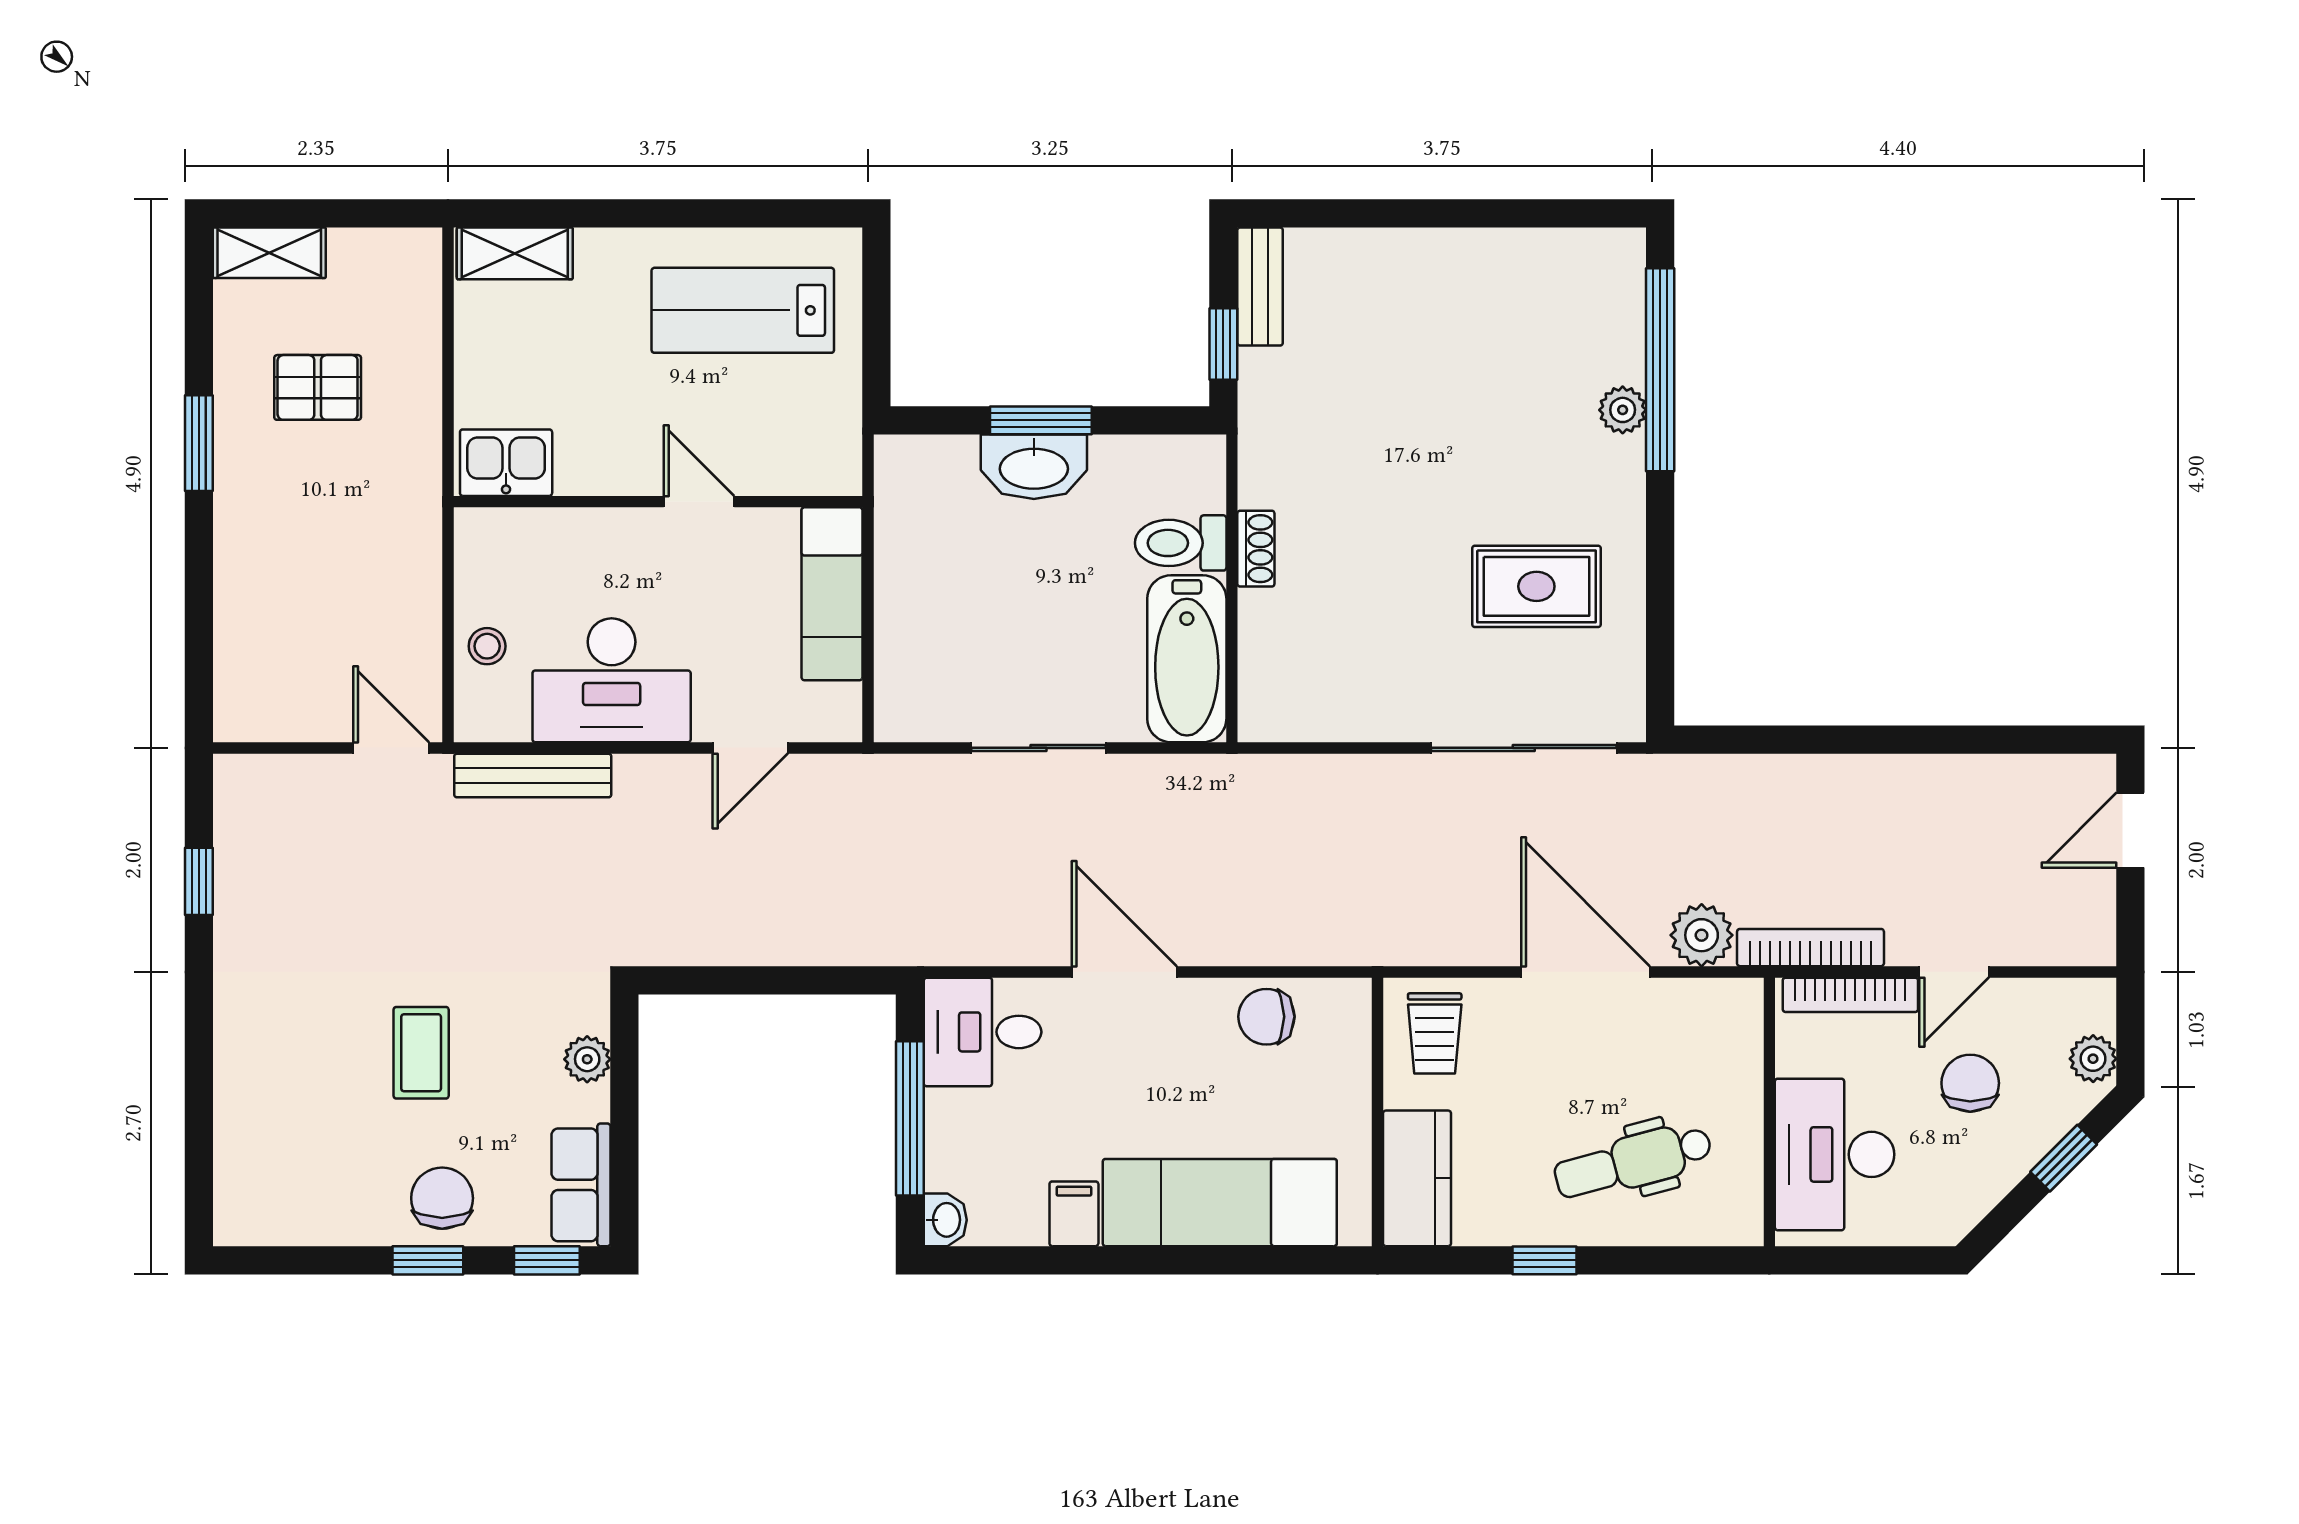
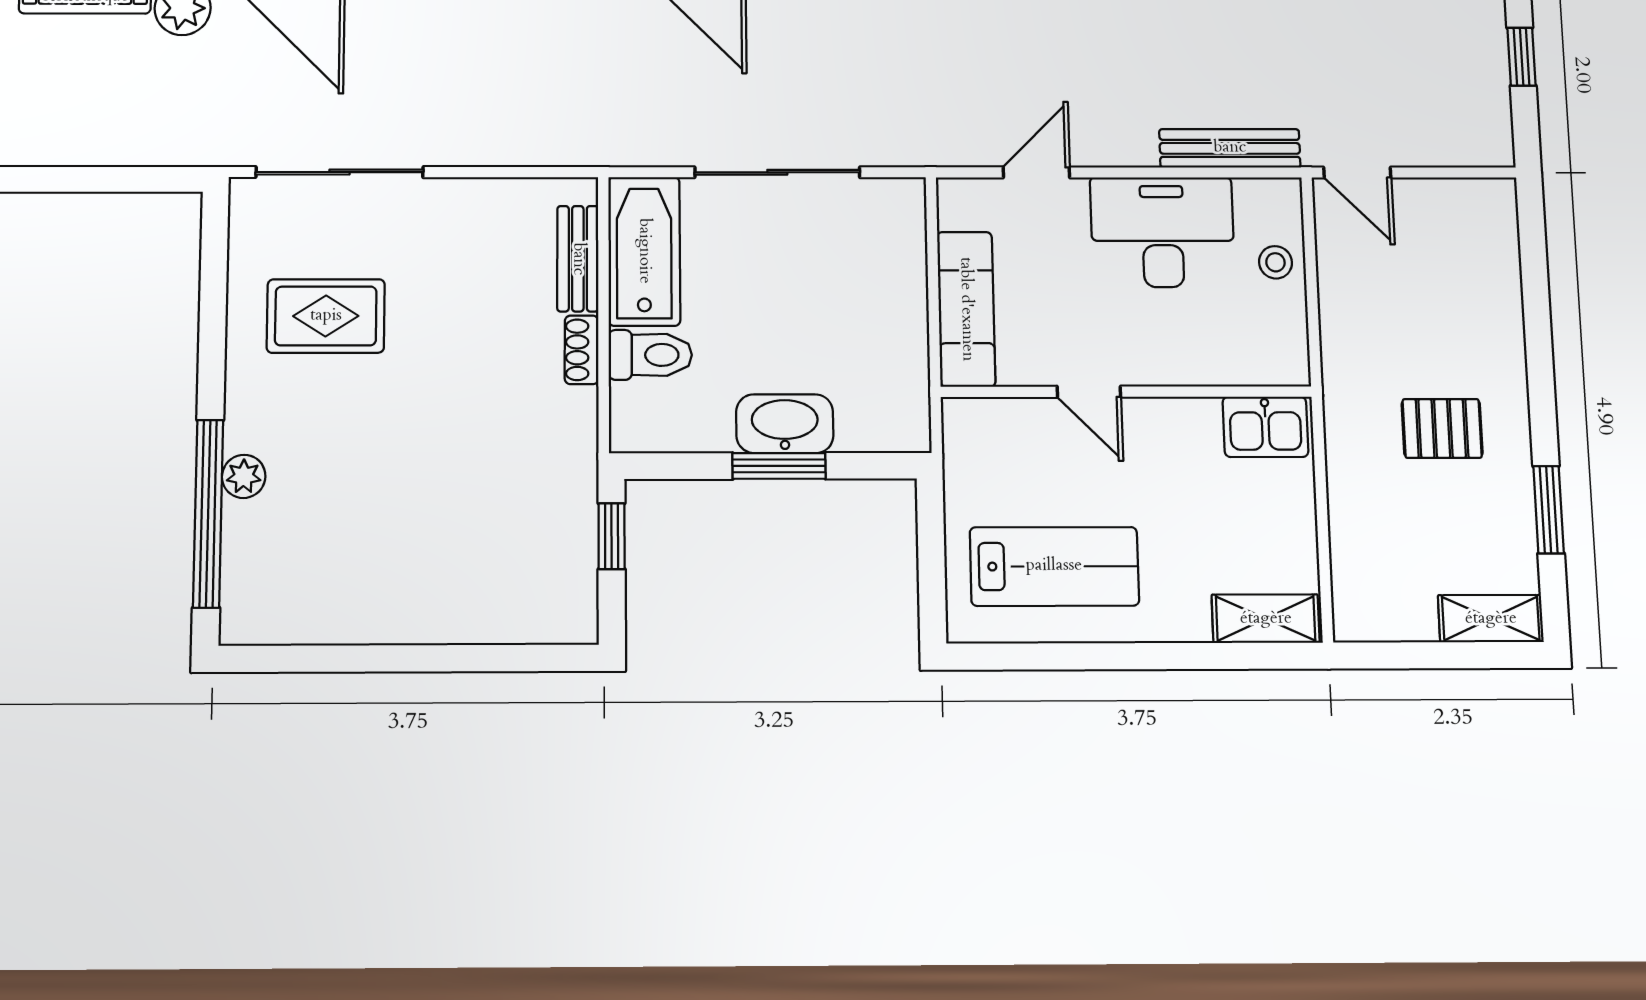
bench: (1260, 286) -> (578, 259), moved
pallet: (318, 387) -> (1442, 428), moved
window: (199, 443) -> (1549, 510), moved
sliding door: (1039, 748) -> (777, 172), width x1.37

